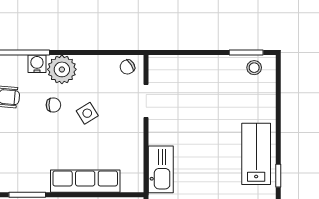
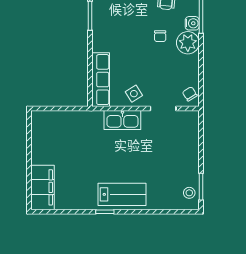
side table: (87, 113) -> (134, 94), moved
kitchen sink: (161, 169) -> (122, 120), moved
row of seats: (85, 181) -> (101, 80), moved

